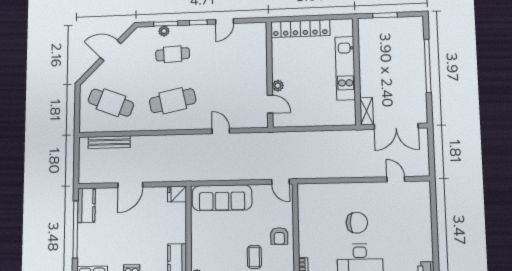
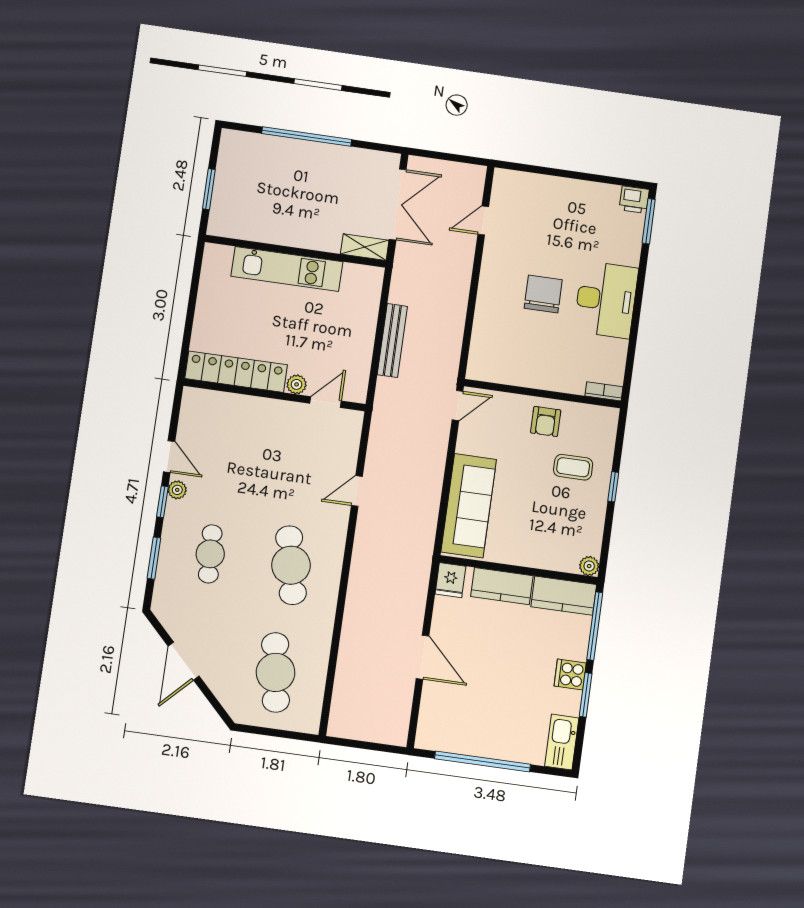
locker: (300, 29) -> (236, 372), moved, turned -90
plant: (164, 31) -> (177, 490), moved
cafe table: (111, 103) -> (276, 672), turned -30
bench: (109, 142) -> (392, 340), moved
kitchen counter: (86, 205) -> (502, 586), moved, turned 180
armchair: (279, 236) -> (546, 421), turned 90

